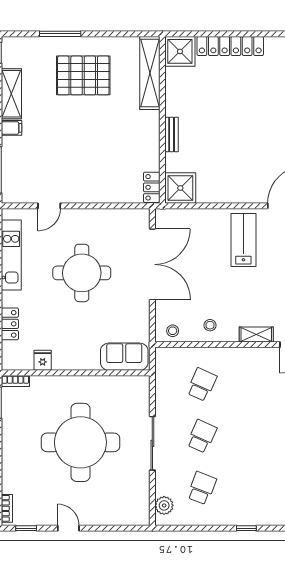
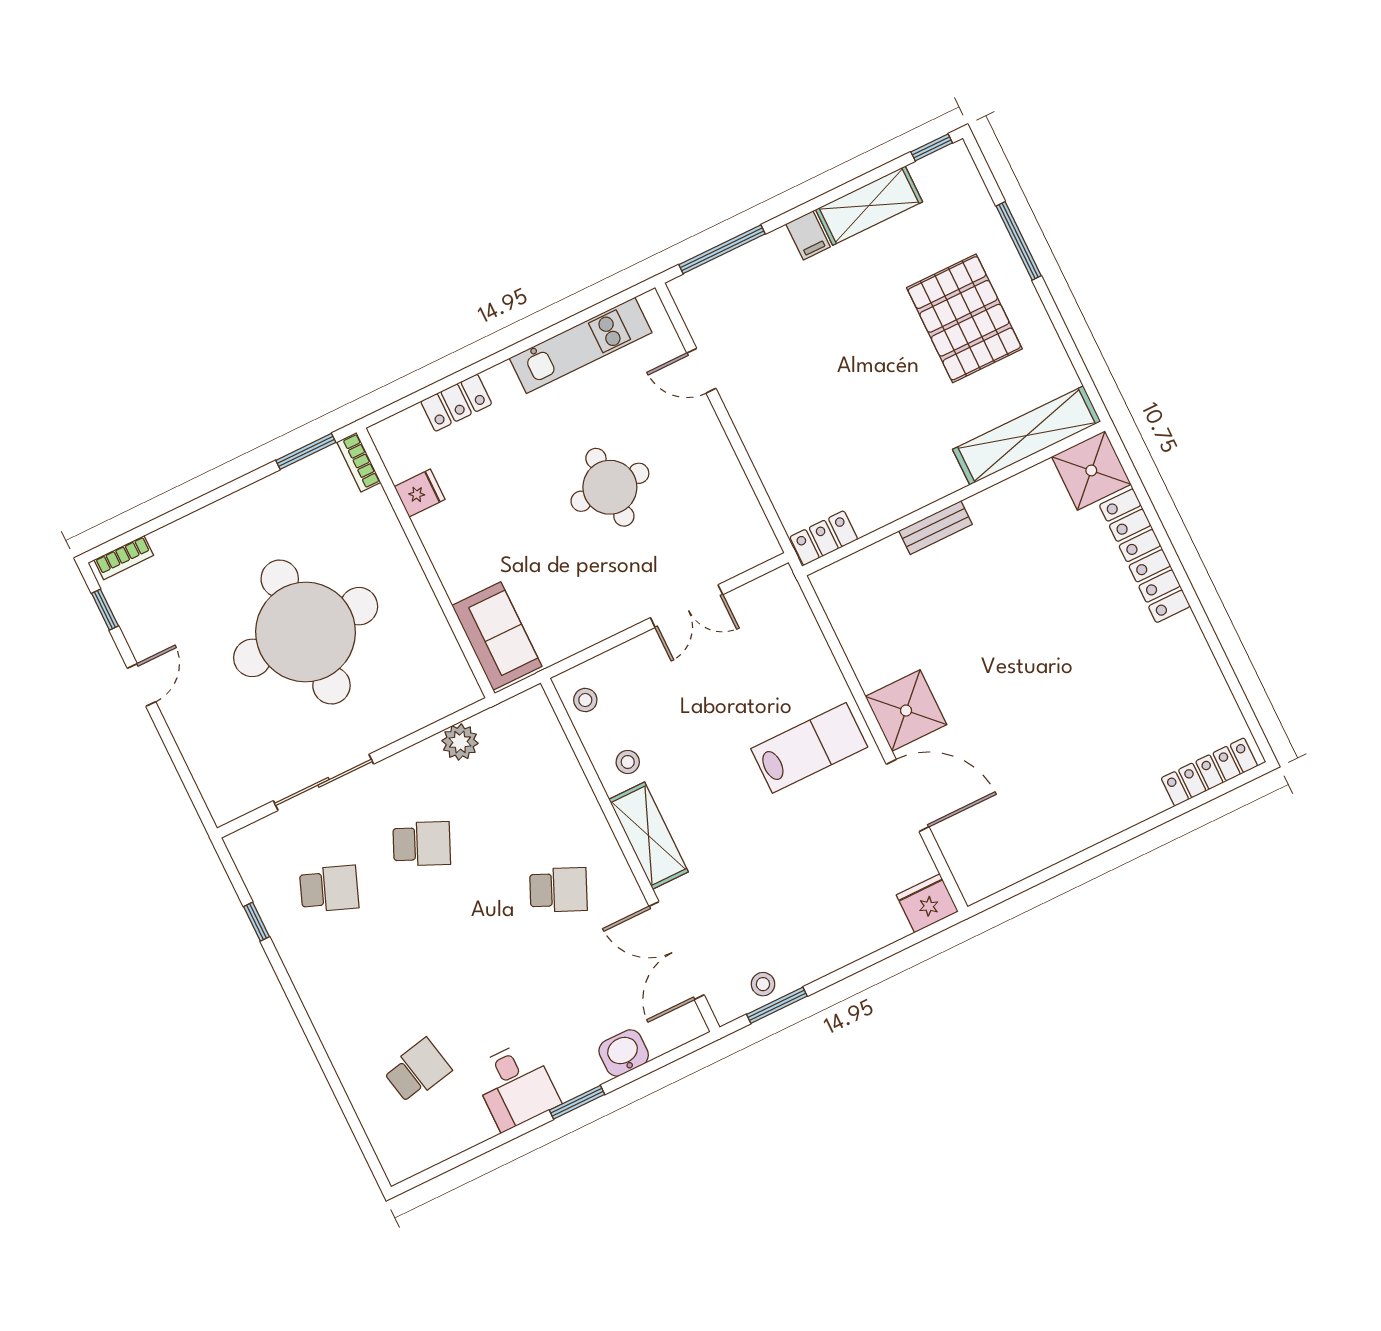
shower: (180, 188) -> (906, 711), moved
double door: (152, 264) -> (687, 606), width x0.54
round table: (82, 273) -> (610, 487), width x0.73, depth x0.73
shelving: (256, 334) -> (649, 836), width x1.50, depth x1.33
school desk: (202, 385) -> (558, 890), moved
sliding door: (152, 443) -> (324, 782), moved
plant: (164, 505) -> (460, 742), moved
window: (246, 528) -> (256, 922), moved

